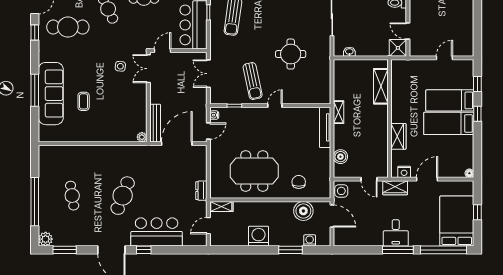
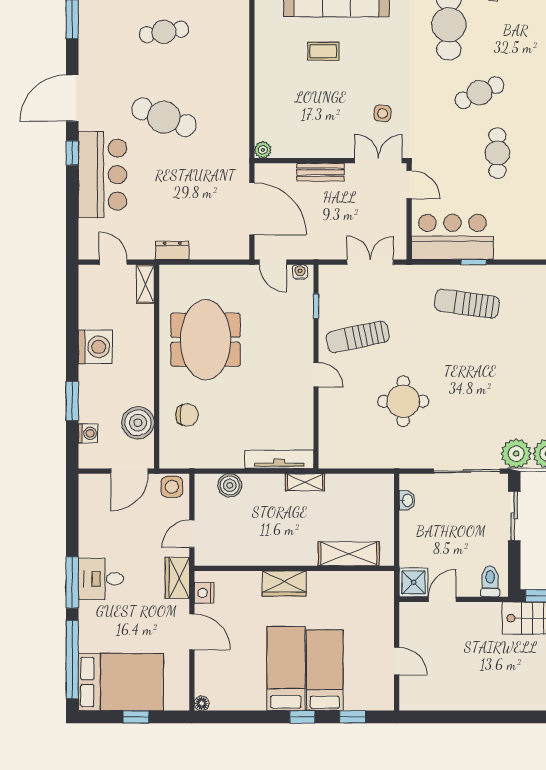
bench: (155, 123) -> (320, 172), moved, width x0.73
wardrobe: (398, 136) -> (284, 583), moved

